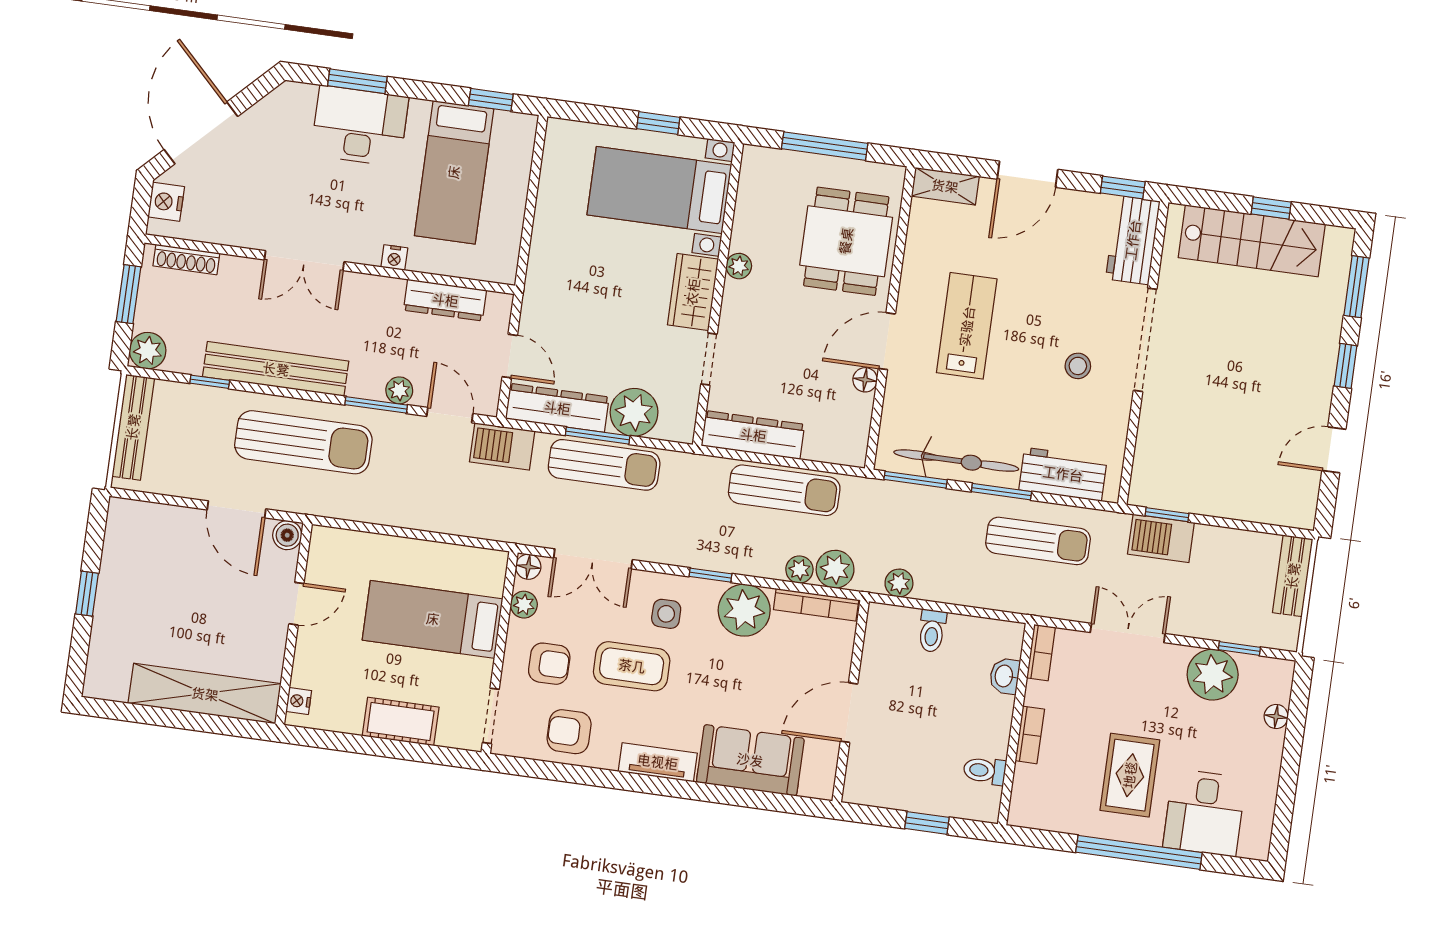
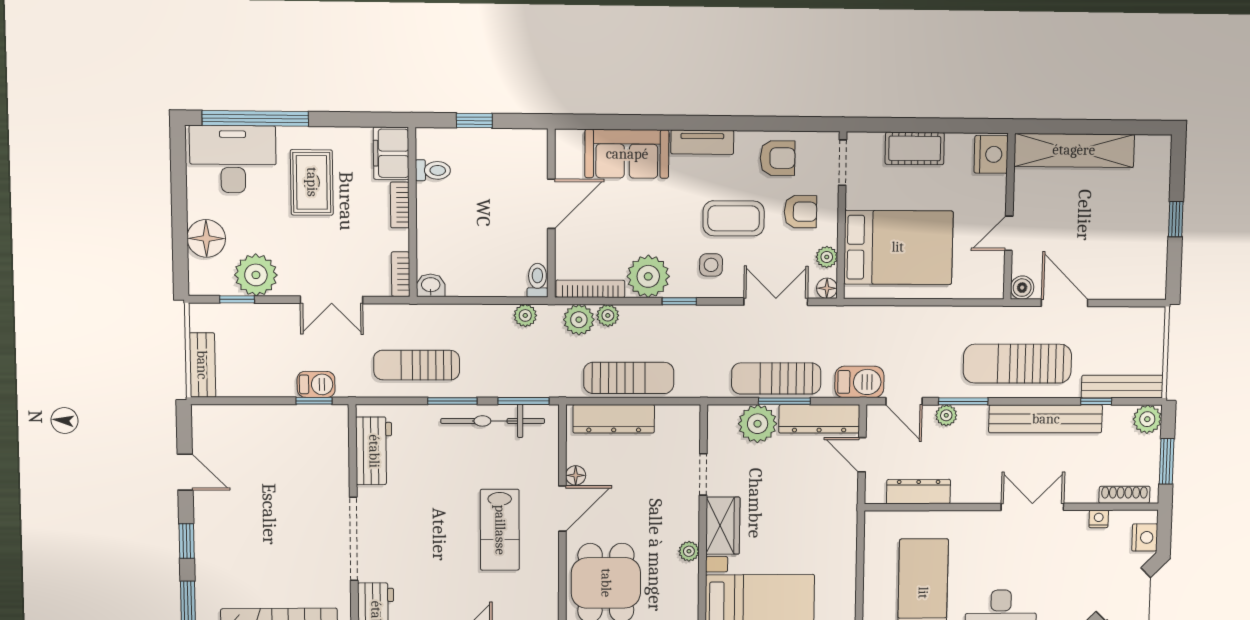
nightstand: (394, 258) -> (1099, 519), moved
stool: (1078, 366) -> (405, 510), removed
bench: (133, 427) -> (1122, 387), moved, turned 90
dresser: (753, 435) -> (614, 419), moved
door: (1334, 450) -> (185, 472), hinge flipped
workbench: (1063, 474) -> (374, 451), moved, turned -90
sun lounger: (784, 490) -> (629, 378), turned 180
barbecue: (1161, 538) -> (316, 384), width x0.73, depth x0.79
bed: (433, 619) -> (898, 247), width x1.50
toilet: (932, 631) -> (537, 280), moved
armchair: (549, 664) -> (800, 212), turned 180
washbasin: (1005, 676) -> (431, 285), moved, turned -90
nightstand: (299, 701) -> (991, 154), width x1.89, depth x1.79
floor lamp: (1276, 716) -> (206, 238), width x1.89, depth x1.89
filing cabinet: (1031, 797) -> (391, 153), added
desk: (1204, 813) -> (233, 159), width x1.37
window: (1139, 852) -> (255, 118), moved

